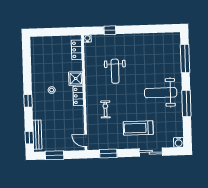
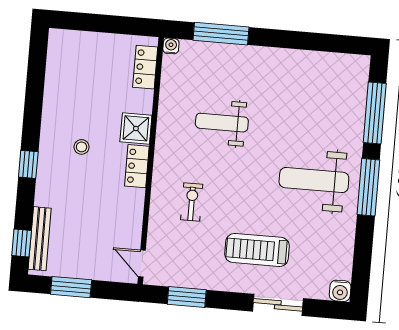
window: (110, 30) -> (221, 34), width x2.17
weight bench: (115, 71) -> (222, 123), turned 90
window: (186, 103) -> (368, 187), moved

